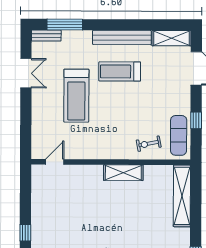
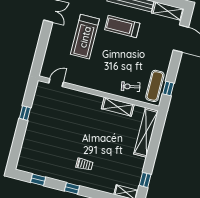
window: (196, 120) -> (168, 88), moved
shelving: (123, 173) -> (118, 107), moved
window: (25, 233) -> (25, 113), moved

